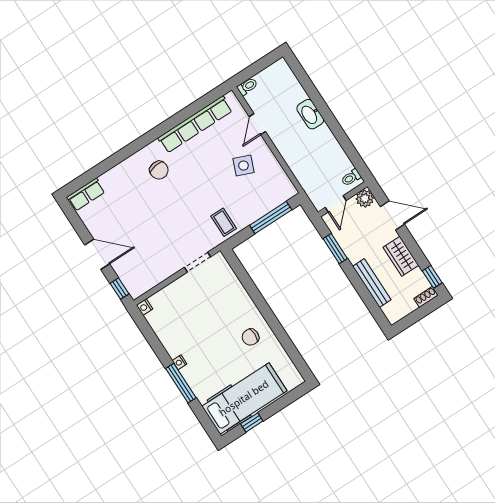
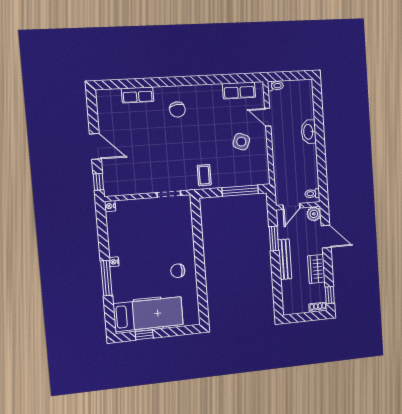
row of seats: (195, 124) -> (239, 90), width x0.50
door: (257, 124) -> (268, 117), hinge flipped
row of seats: (86, 194) -> (138, 95), moved
bench: (372, 283) -> (285, 259), moved

